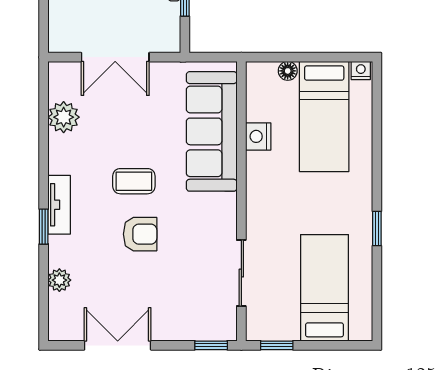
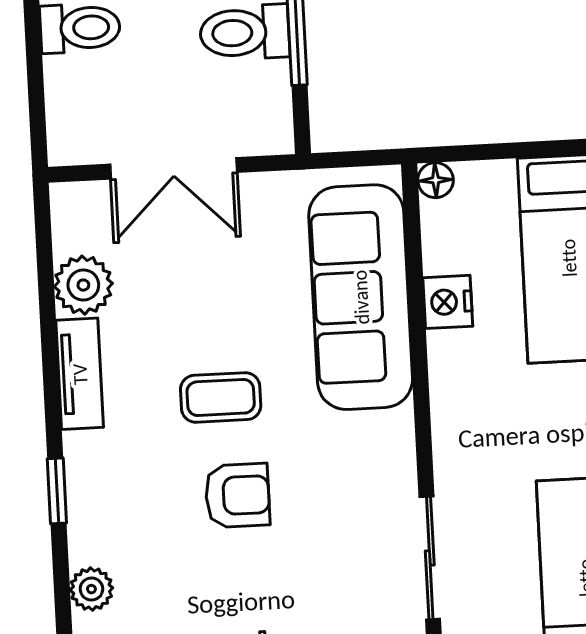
floor lamp: (288, 71) -> (436, 180), moved
tv unit: (59, 205) -> (80, 374), moved

